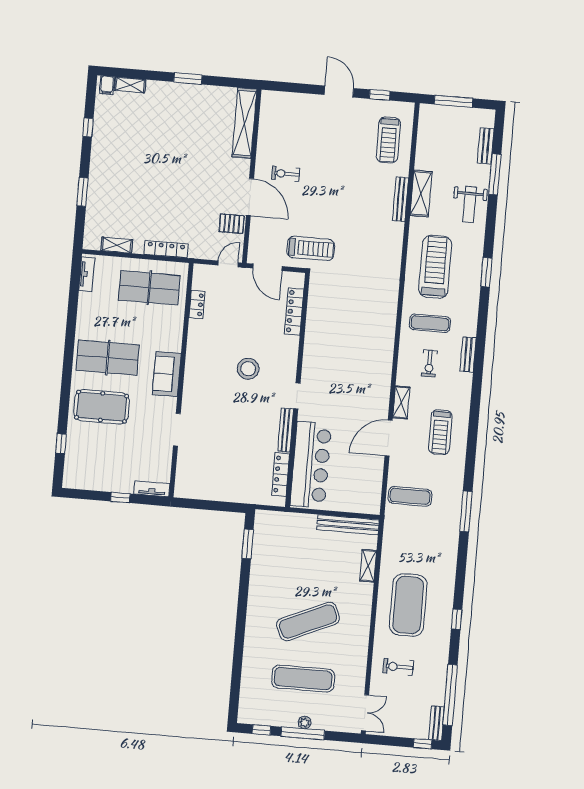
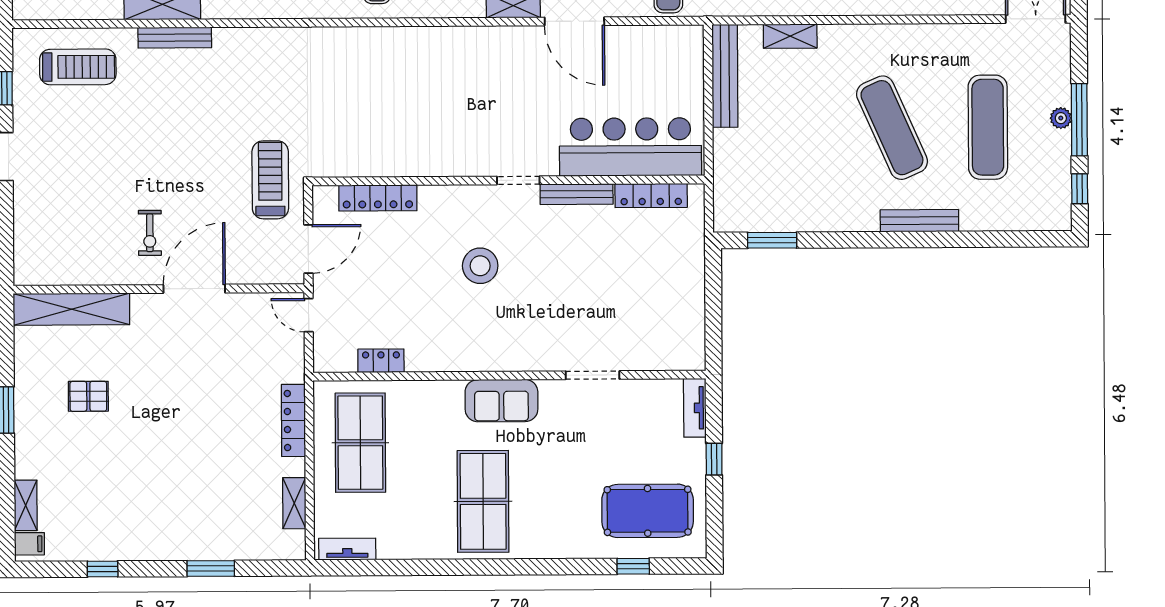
pallet: (232, 224) -> (88, 396), moved, turned 90
pool table: (102, 407) -> (648, 511), moved, turned 90
bench: (251, 633) -> (919, 221), added

